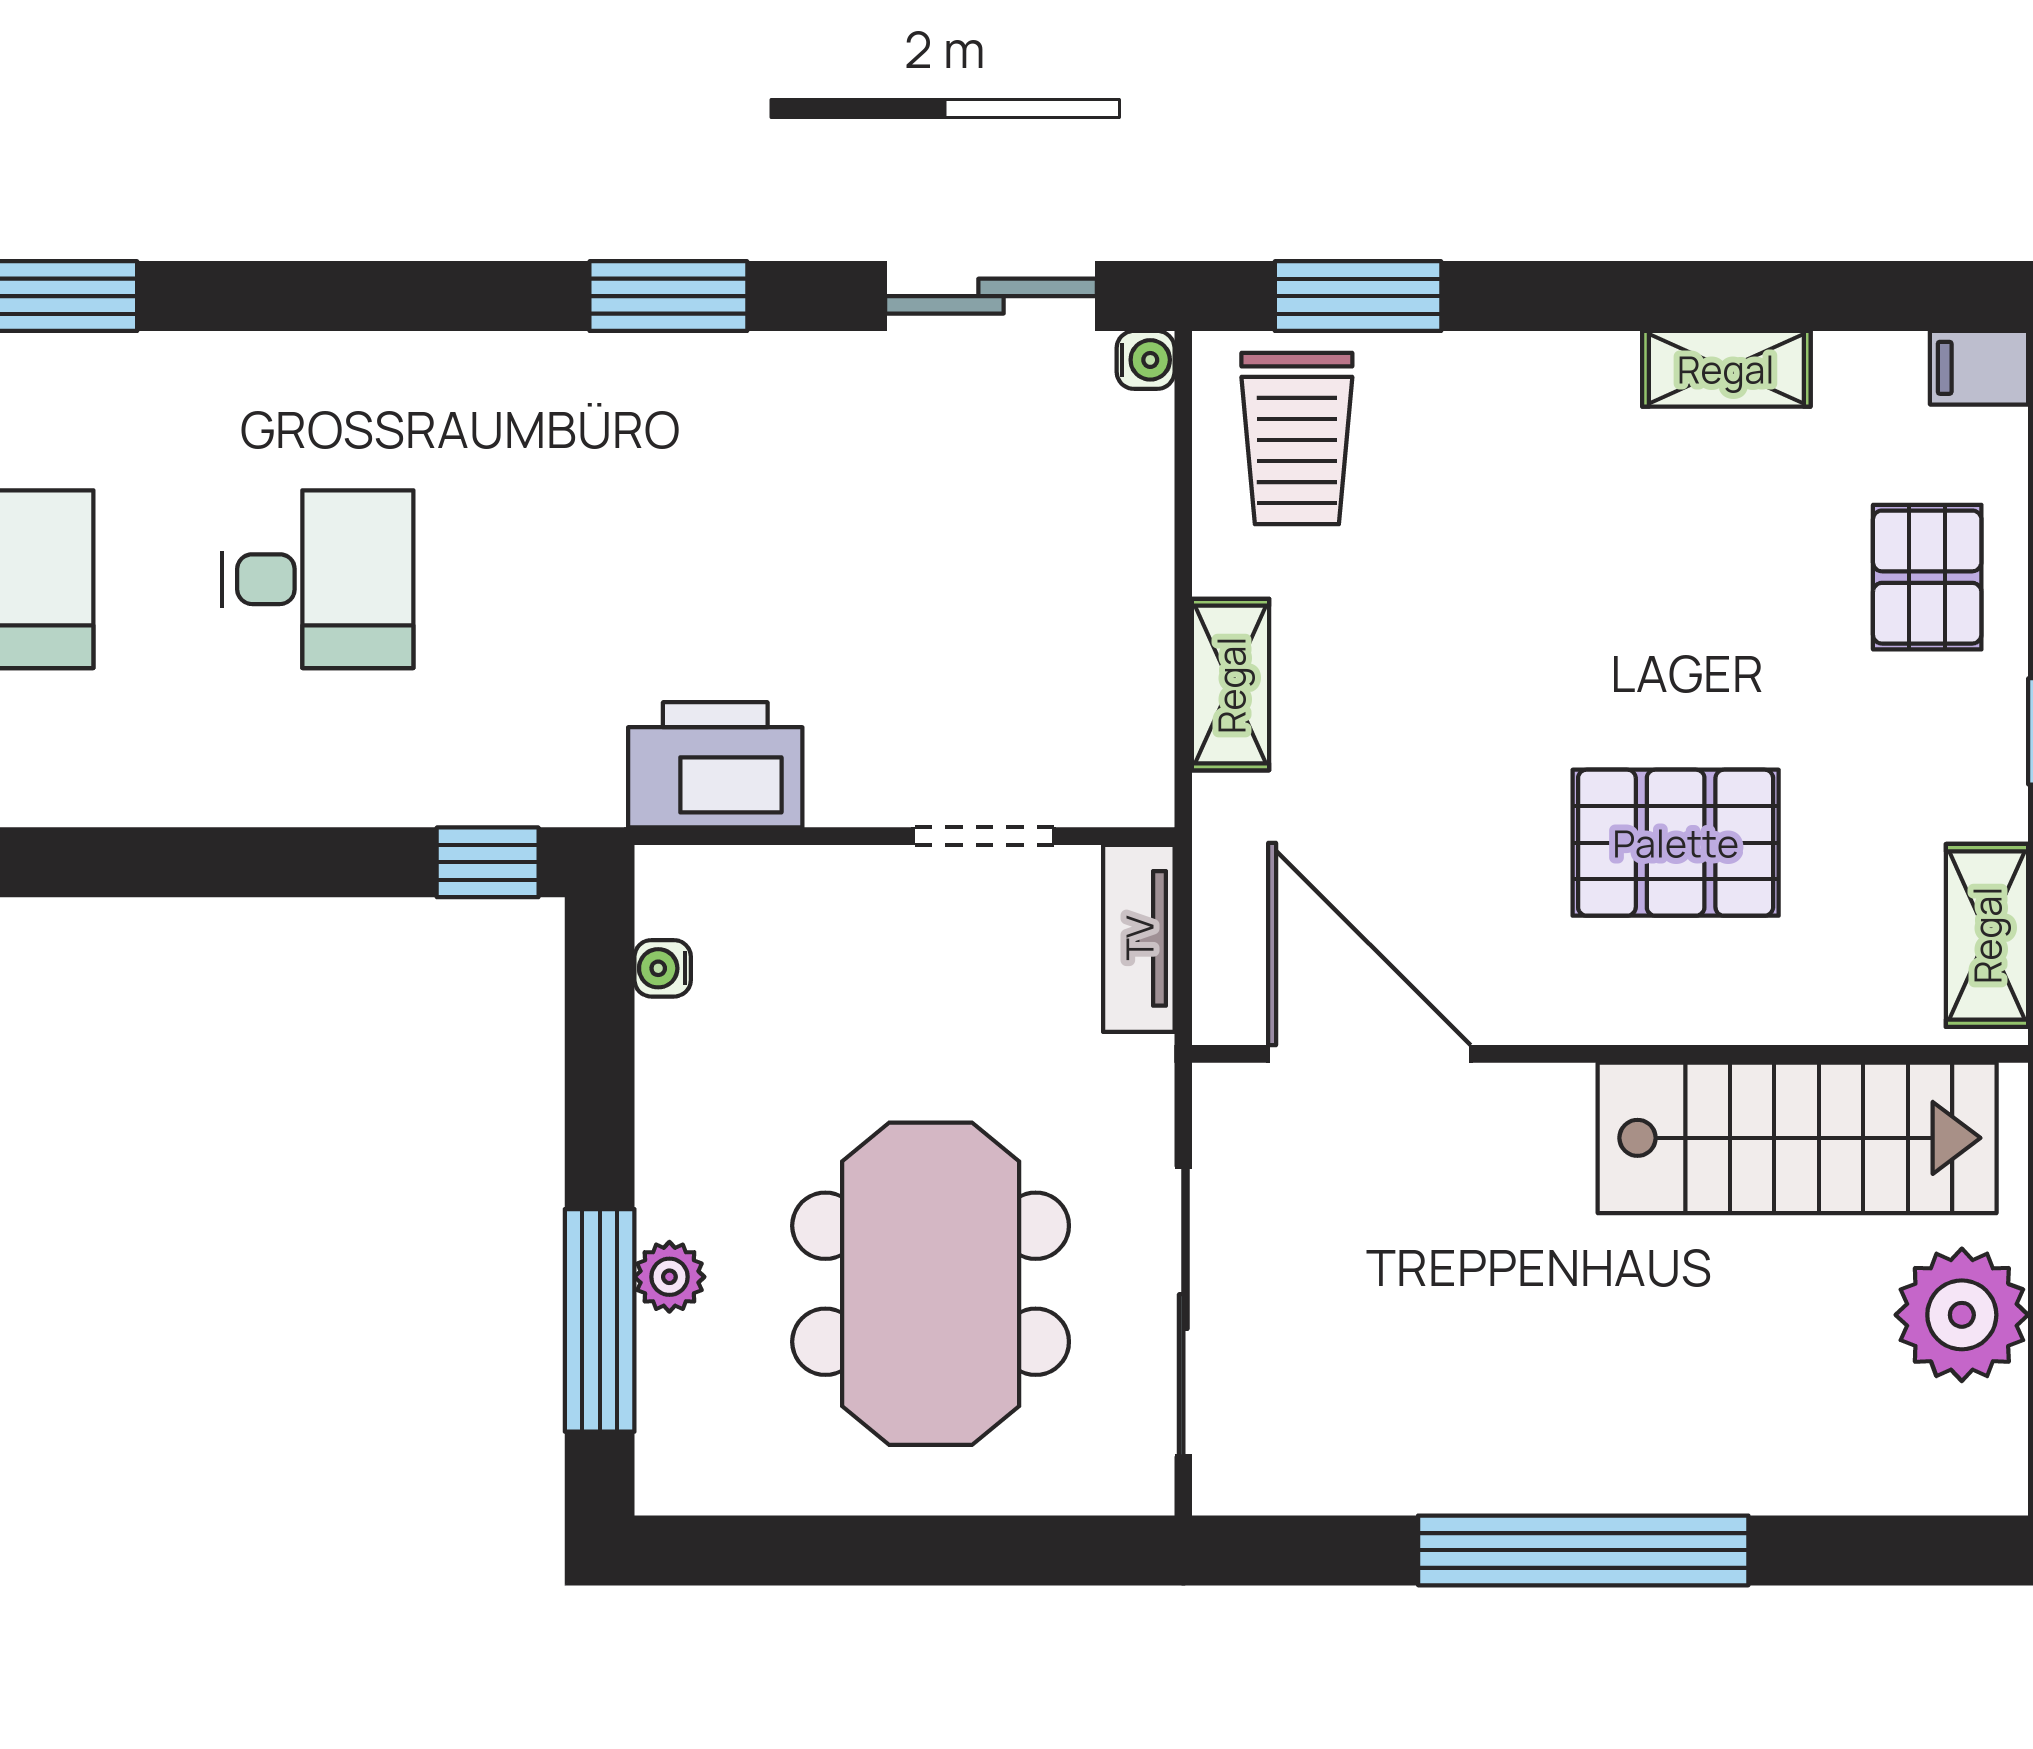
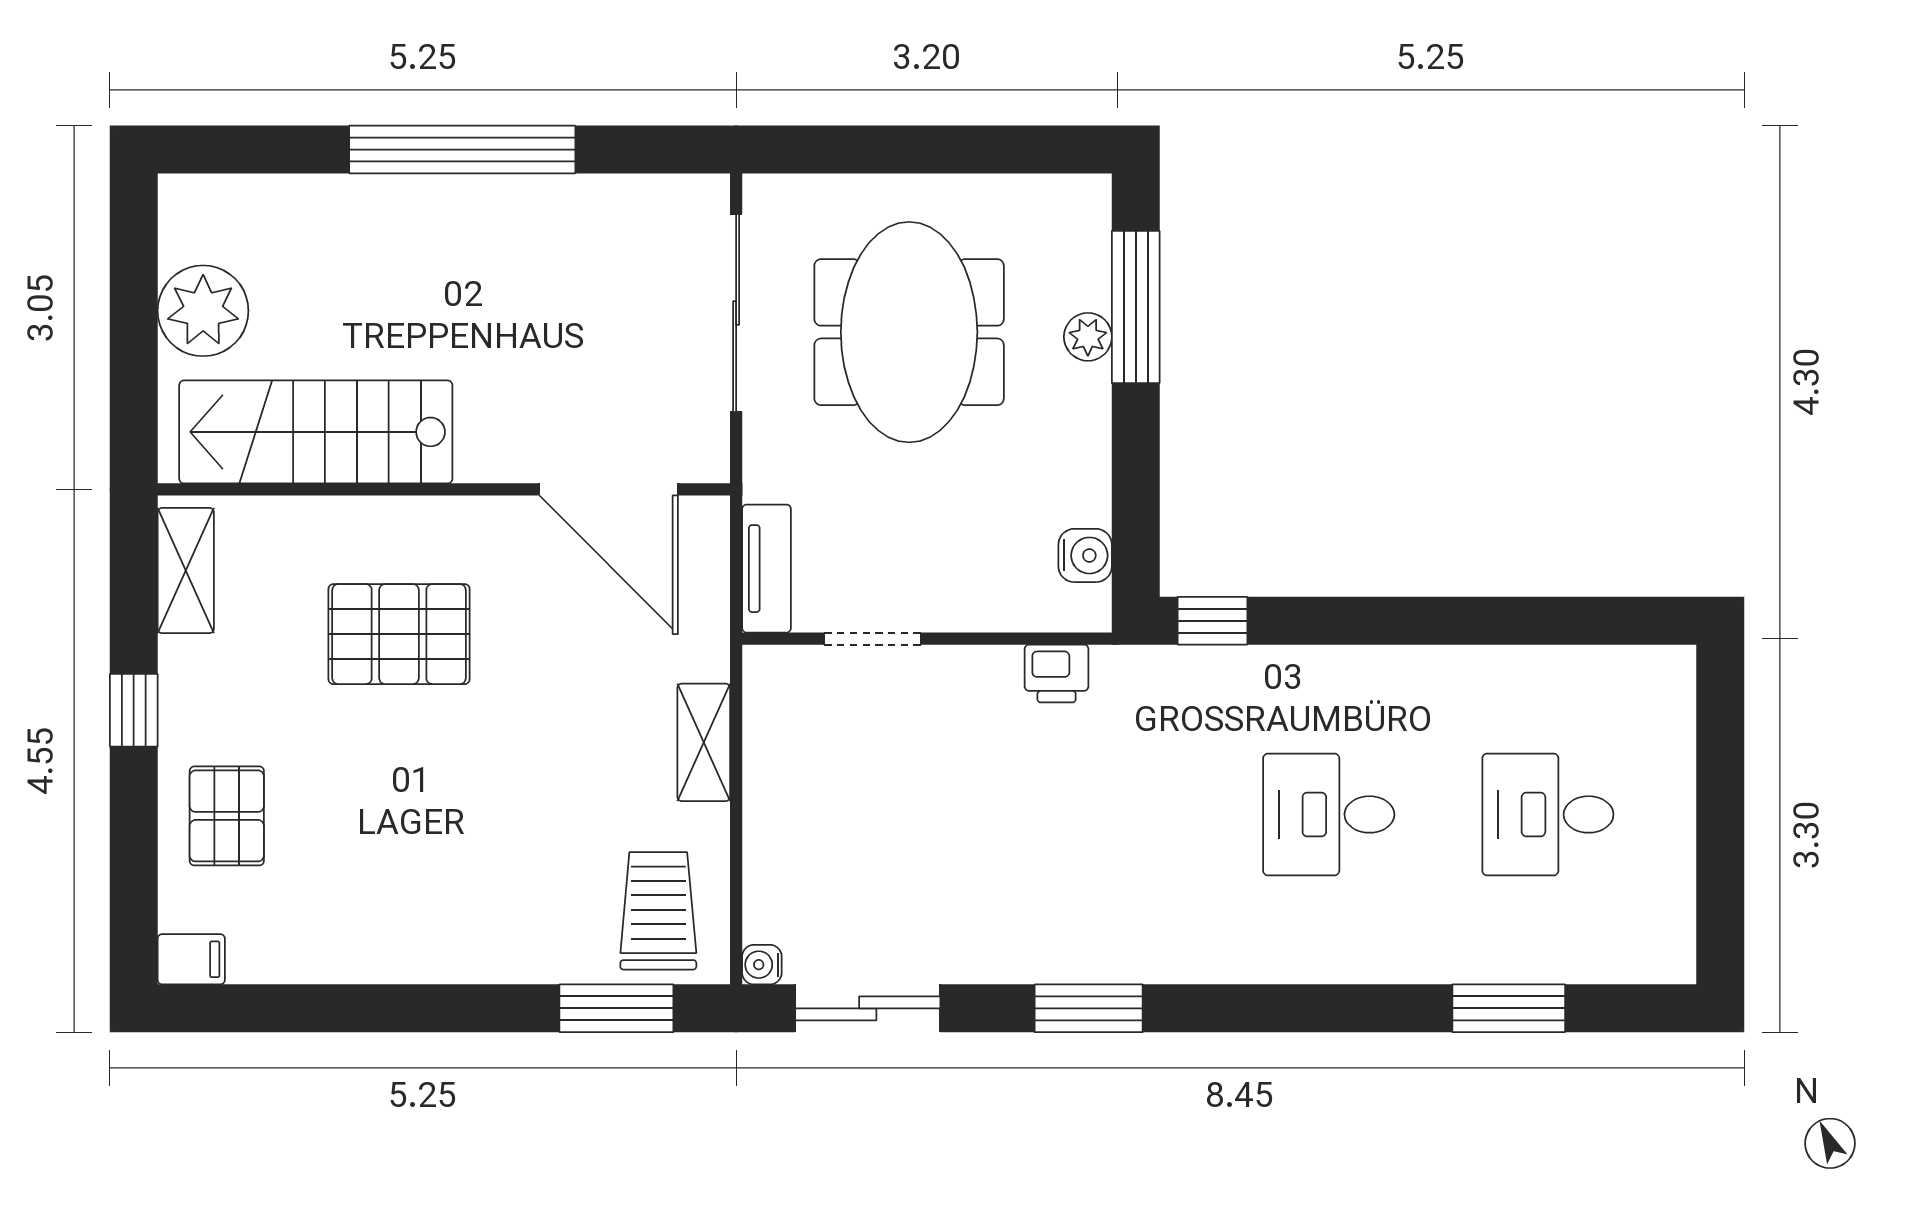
shelving: (1726, 369) -> (364, 959), removed
printer: (715, 765) -> (1057, 674), width x0.53, depth x0.68
water cooler: (663, 968) -> (1085, 555), width x1.38, depth x1.38

